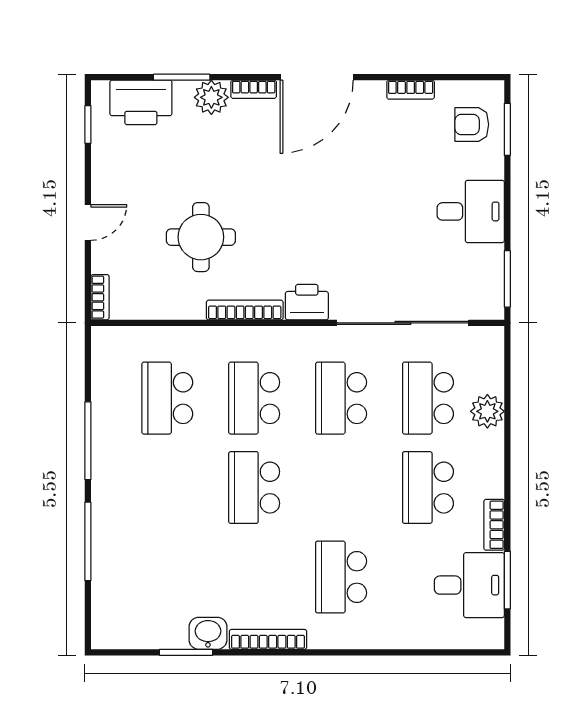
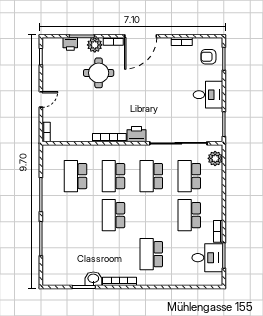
printer: (141, 102) -> (70, 44), width x0.53, depth x0.68
round table: (201, 237) -> (99, 73), moved
plant: (487, 411) -> (215, 158), moved

